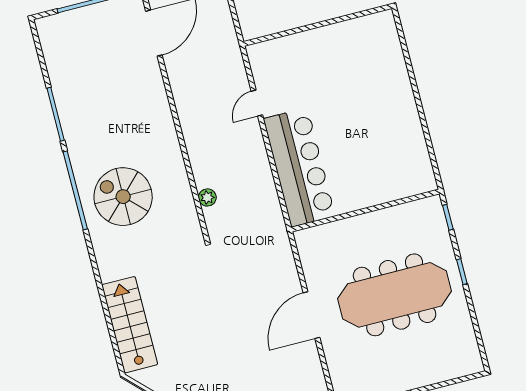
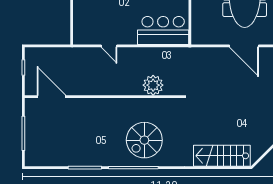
bar counter: (299, 167) -> (163, 30), width x0.73
plant: (207, 197) -> (153, 85), width x1.88, depth x1.88

